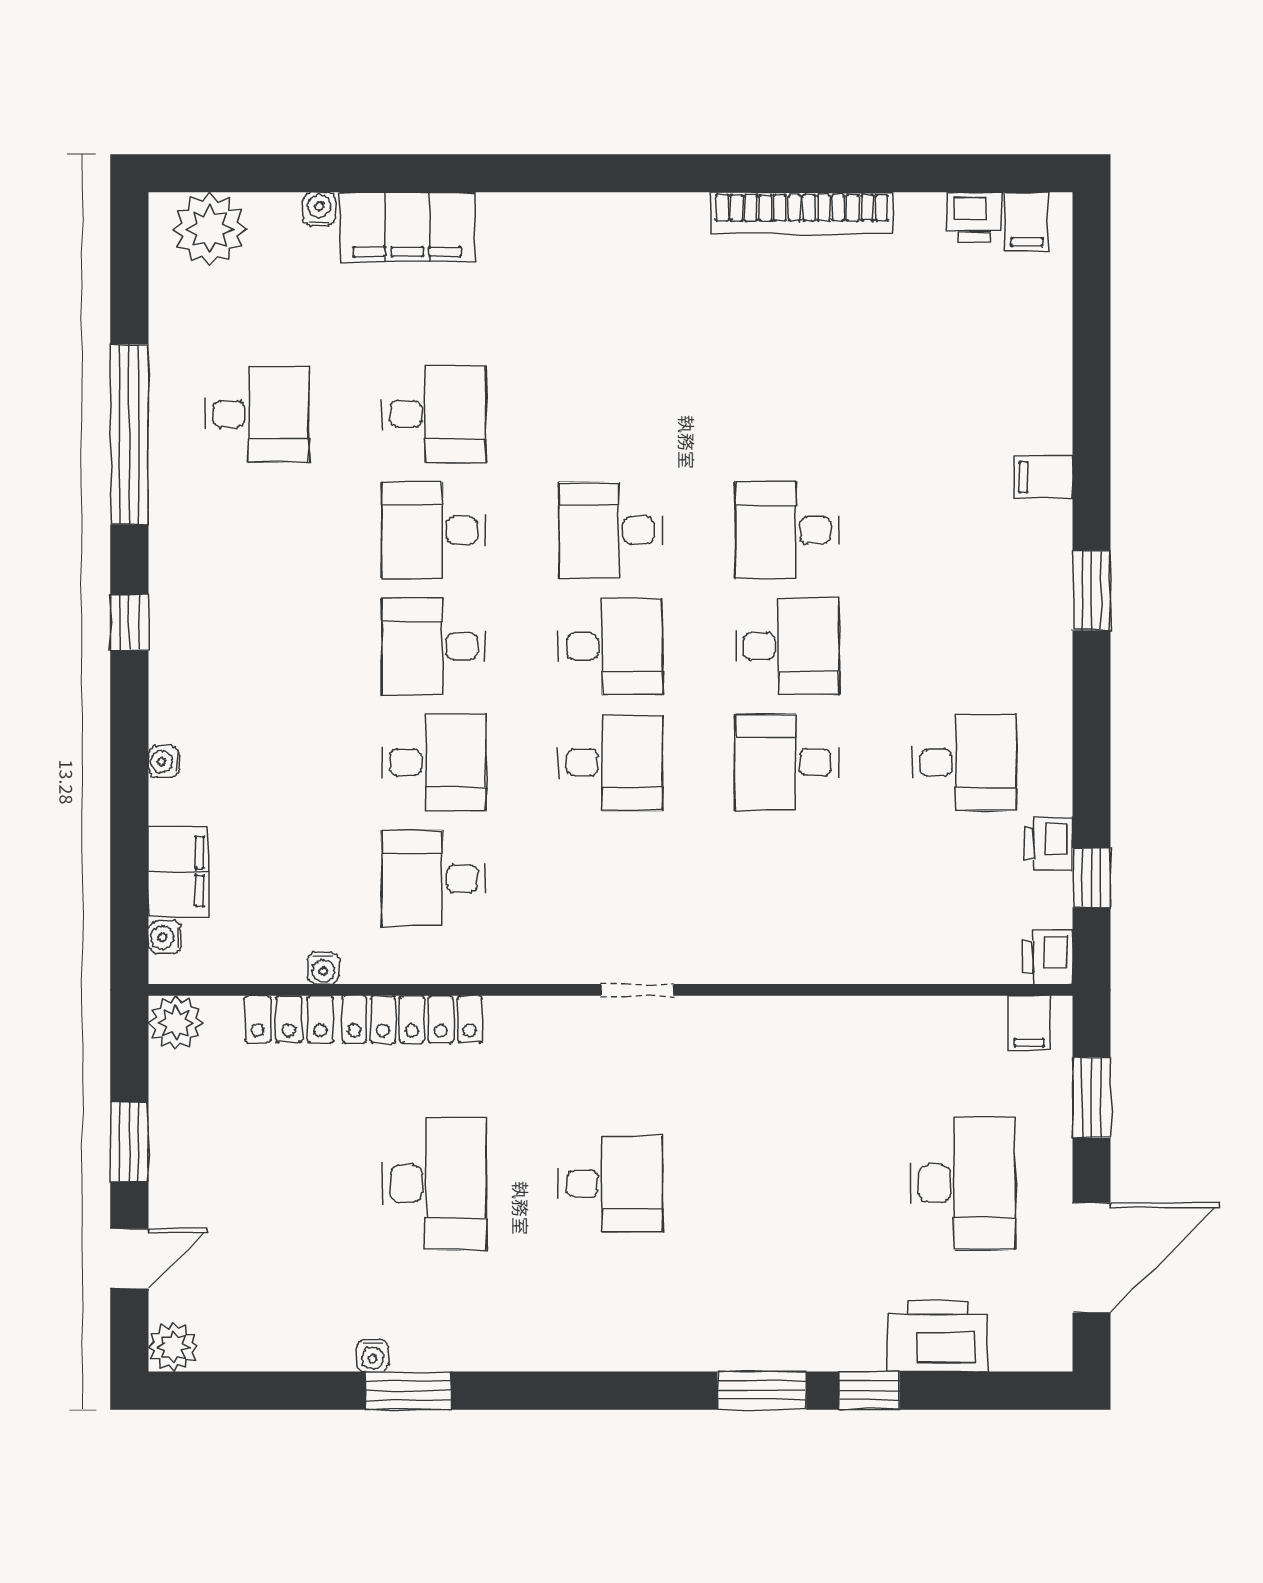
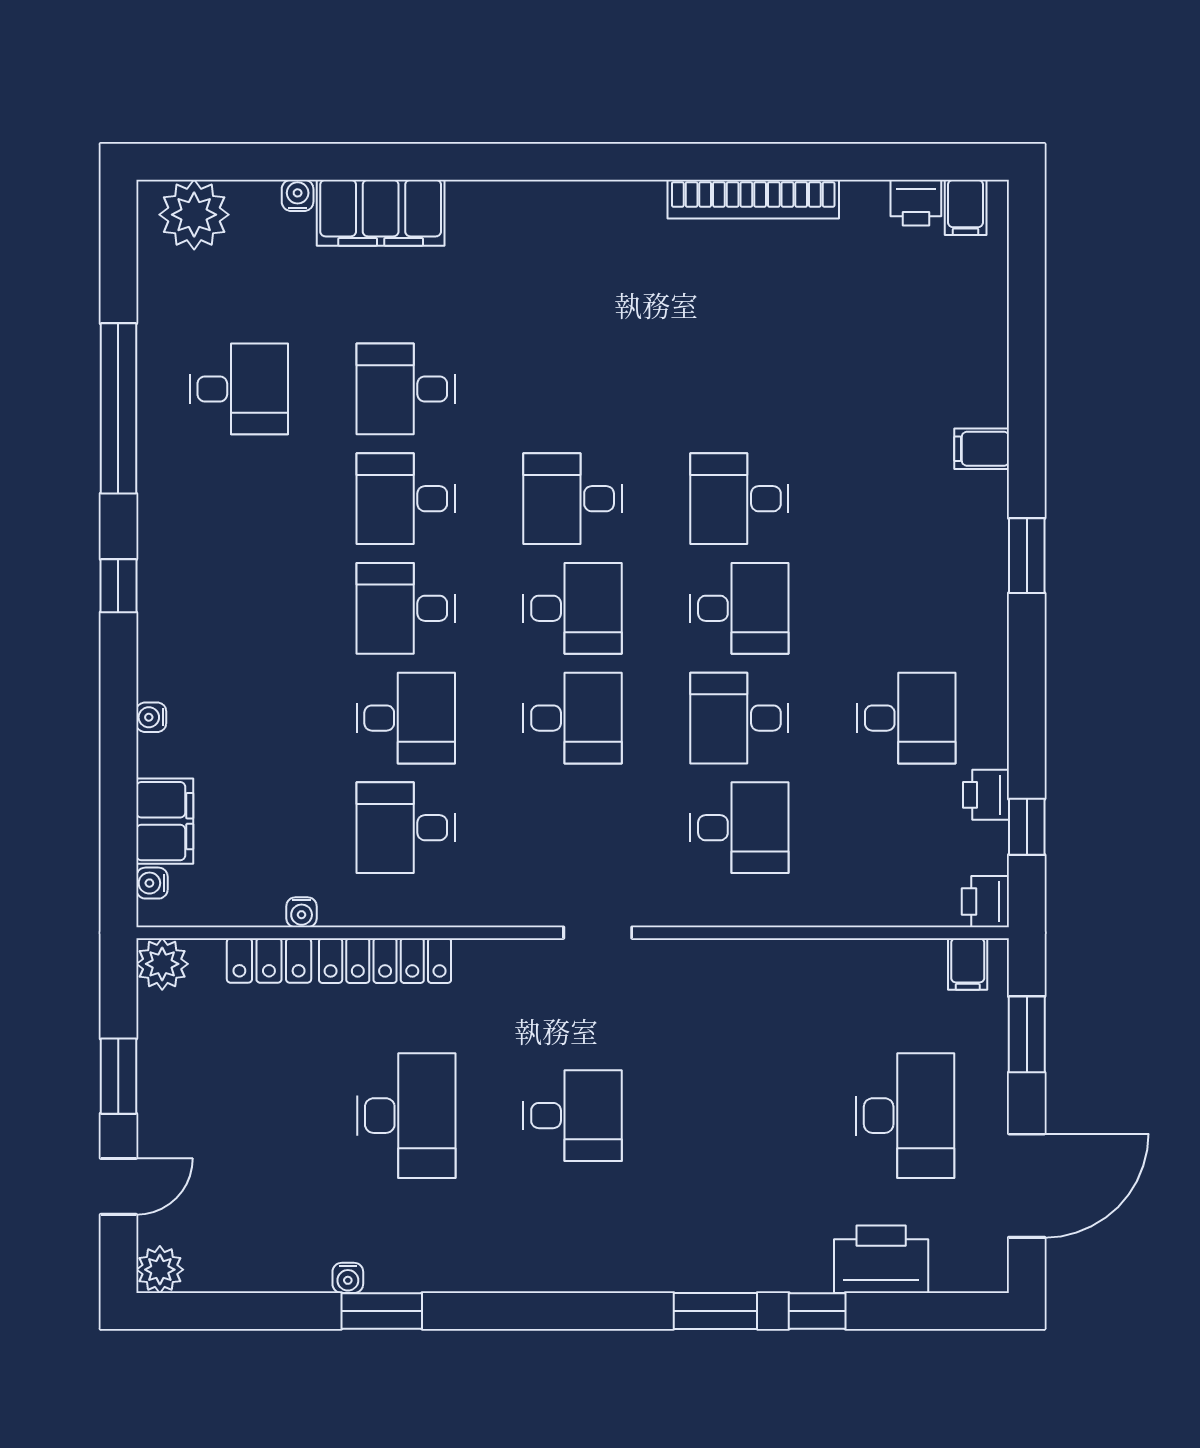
desk: (434, 414) -> (406, 389), turned 180
desk: (787, 879) -> (739, 828), added

